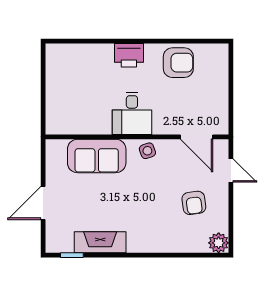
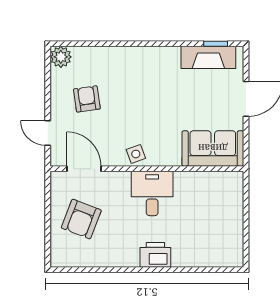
armchair: (178, 63) -> (81, 219), moved, turned -69
sofa: (97, 156) -> (213, 148), moved
fireplace: (100, 242) -> (208, 57), moved

